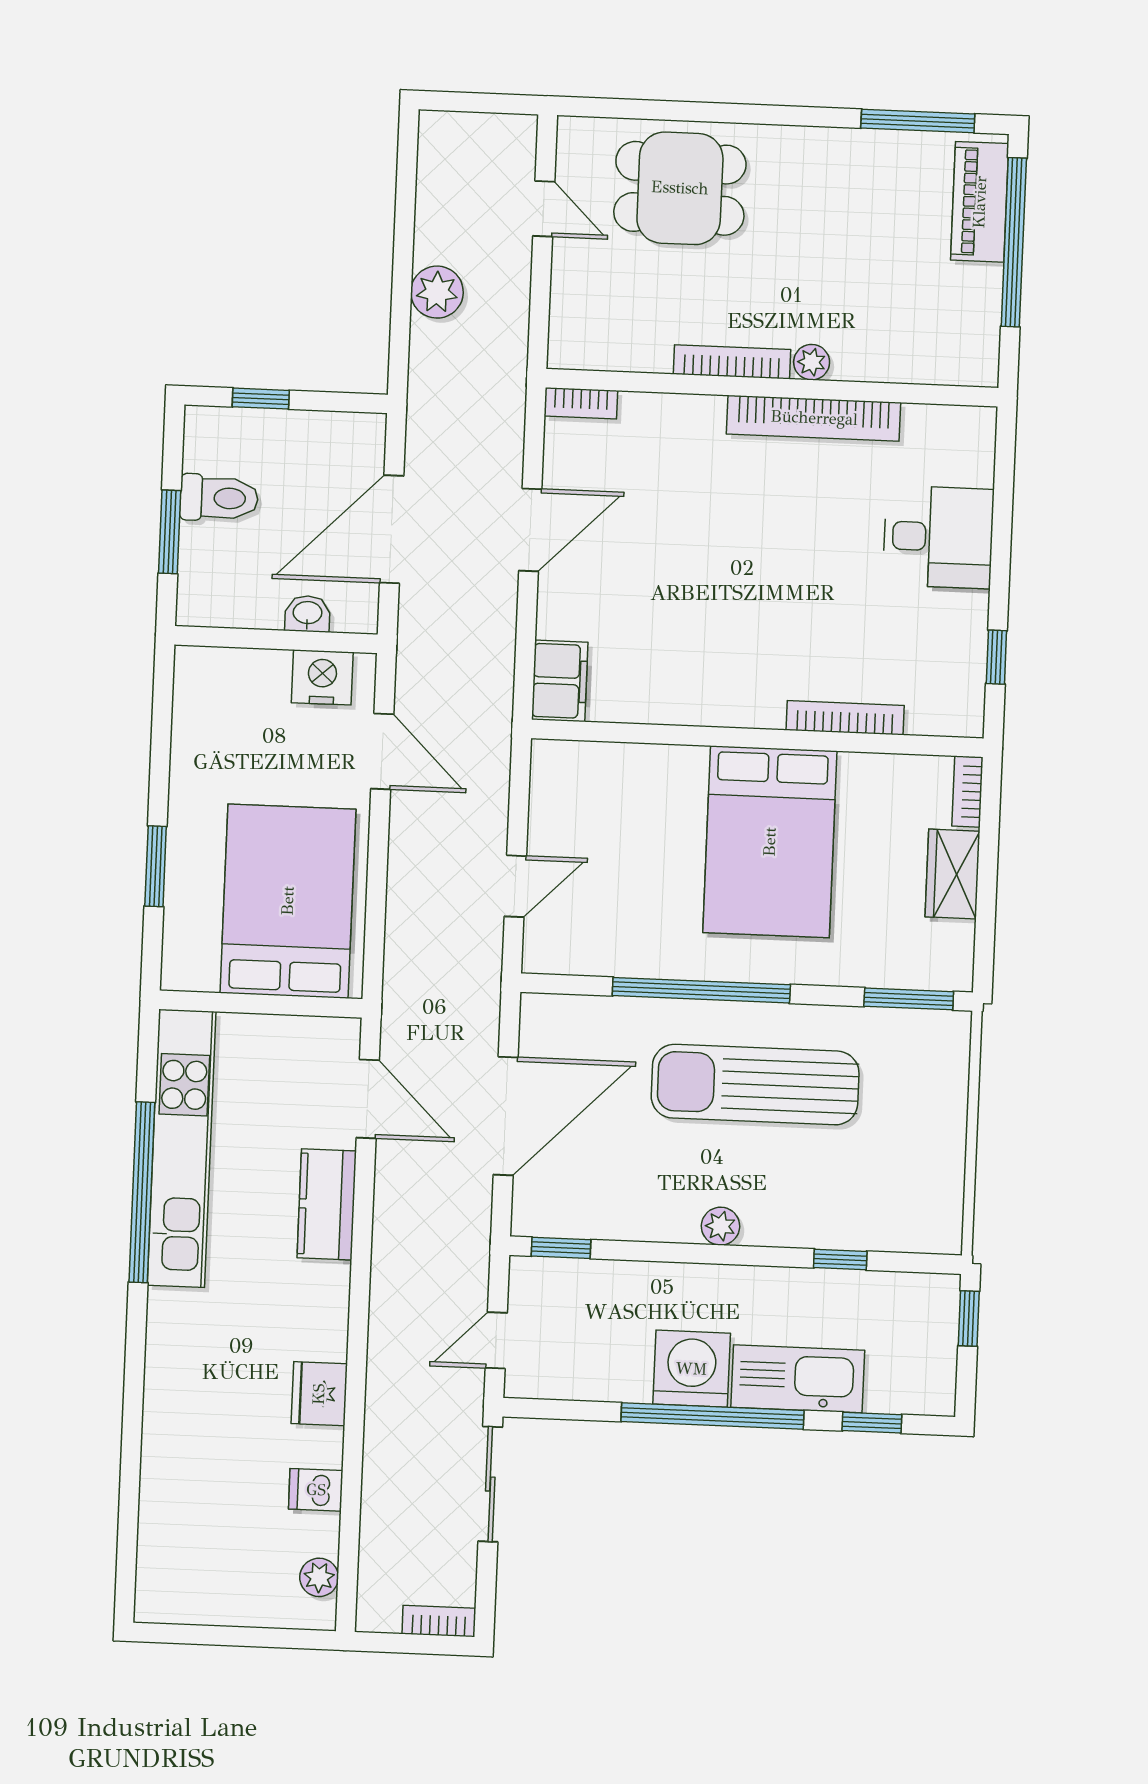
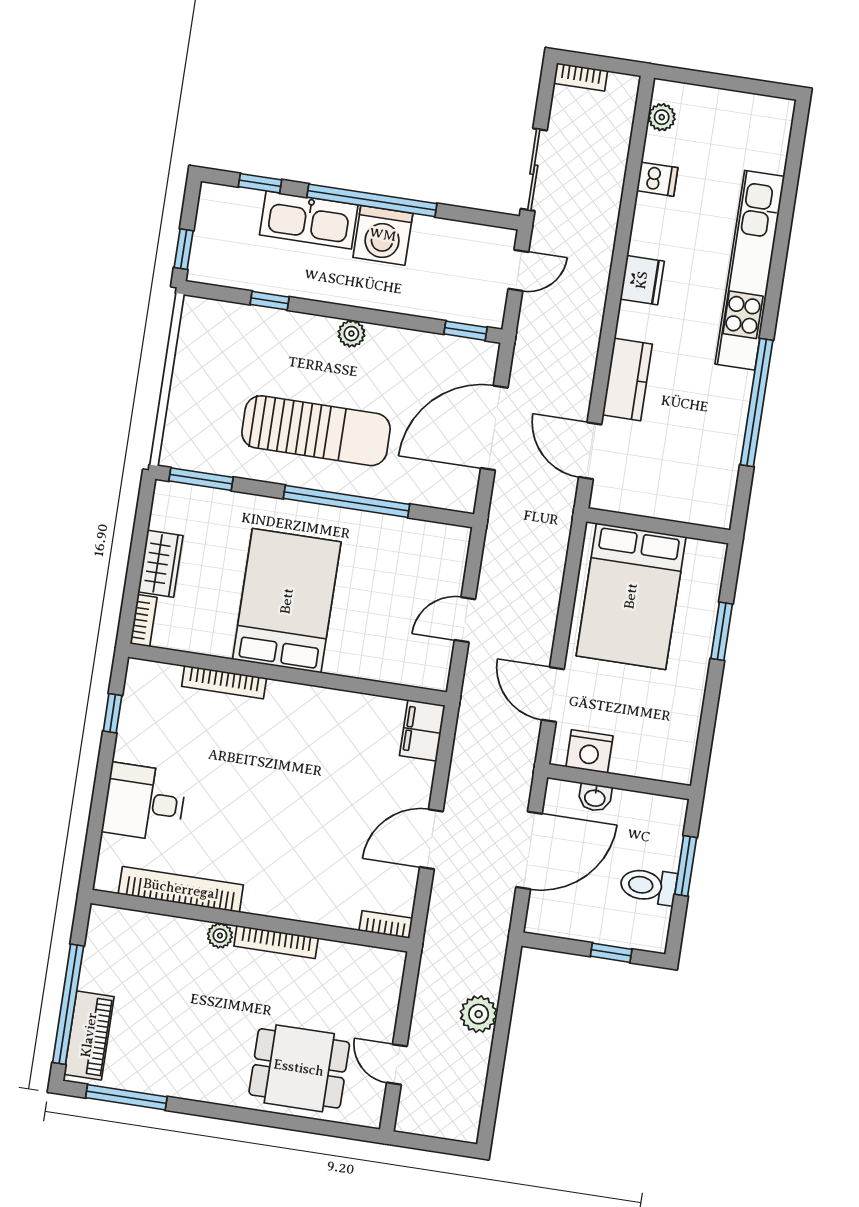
bookcase: (814, 418) -> (181, 889), moved
door: (515, 886) -> (465, 620), moved
kitchen unit: (182, 1148) -> (750, 270), moved
fridge: (319, 1394) -> (642, 280), moved

